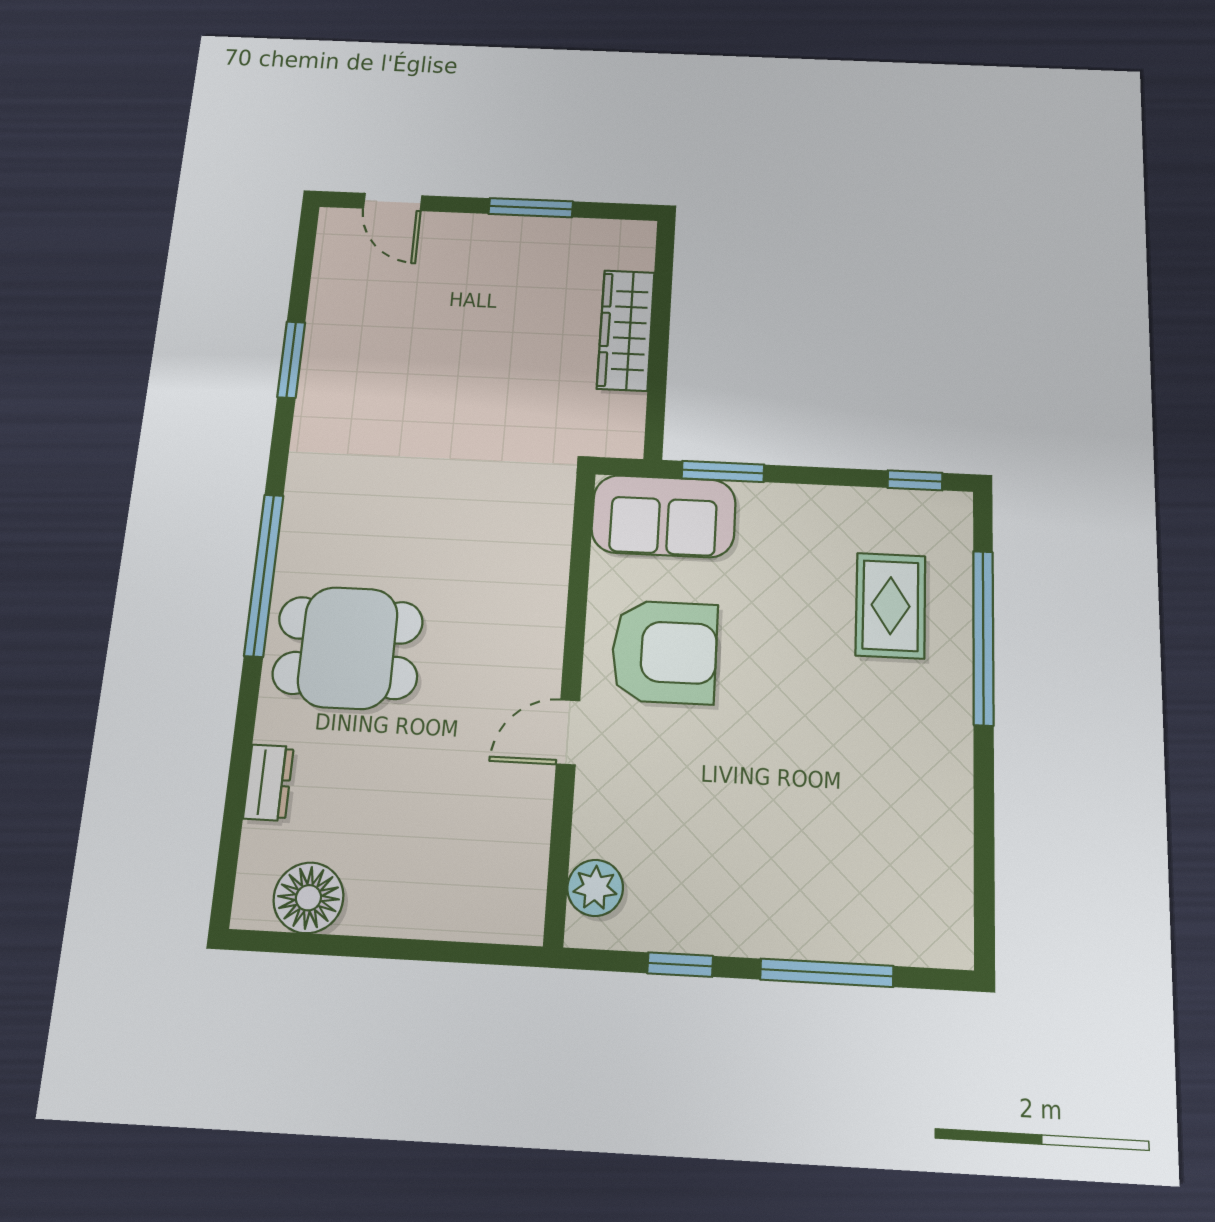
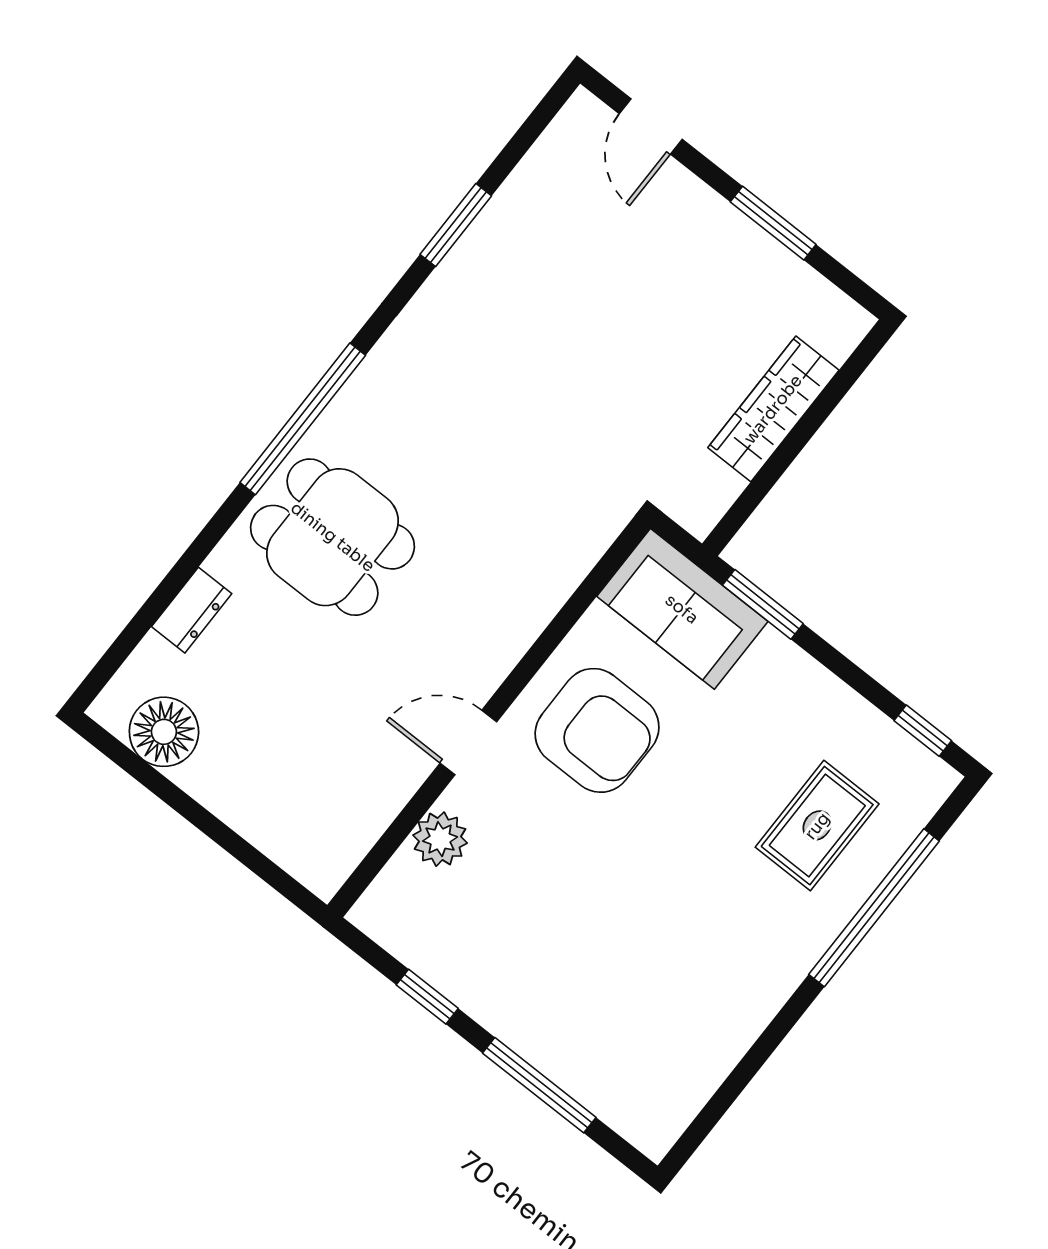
plant: (595, 888) -> (440, 839), moved

